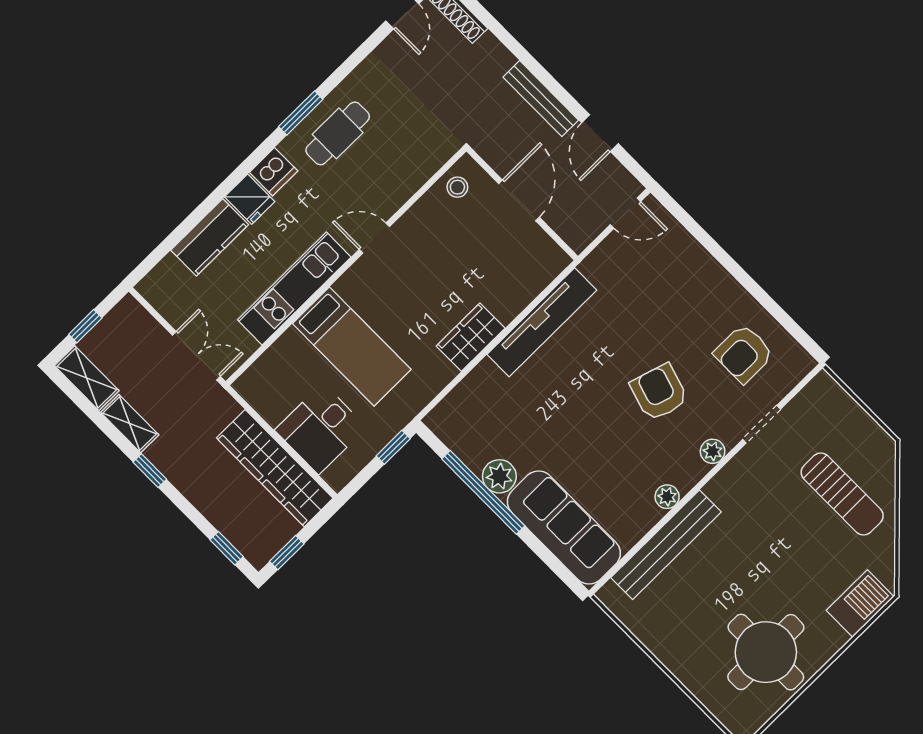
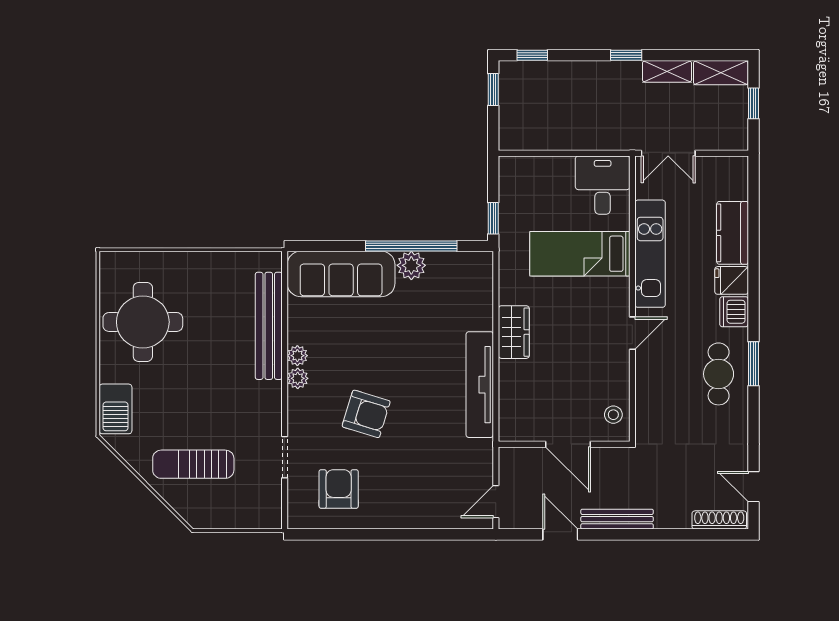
desk: (321, 429) -> (603, 185), moved
plant: (713, 451) -> (298, 378), moved
wardrobe: (275, 468) -> (552, 133), removed

